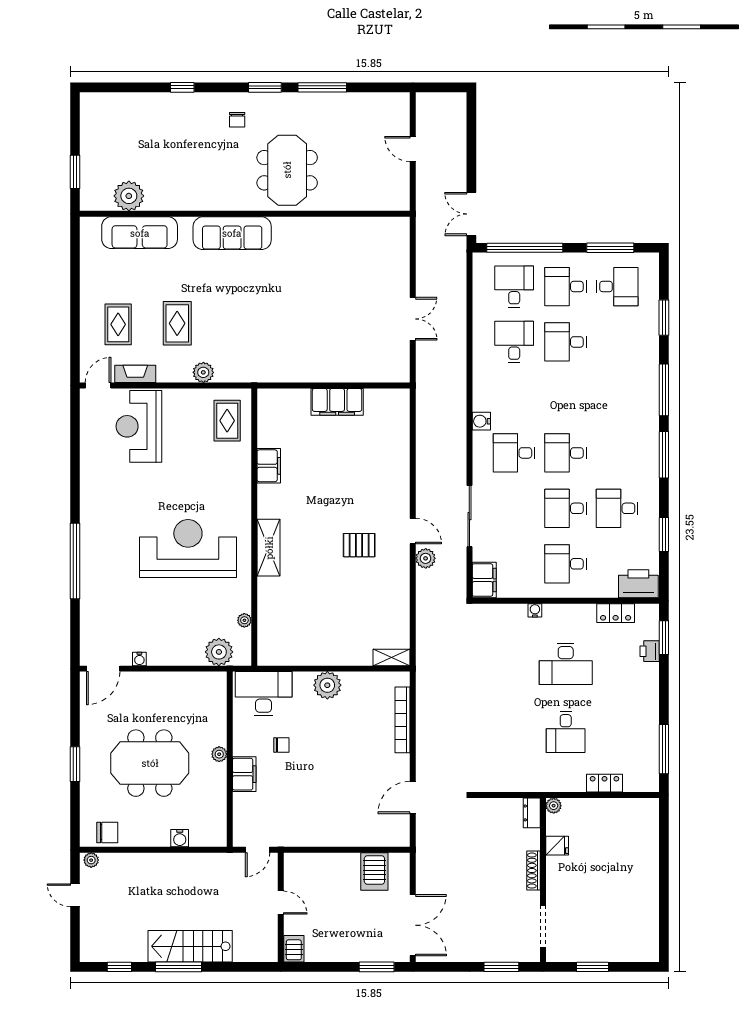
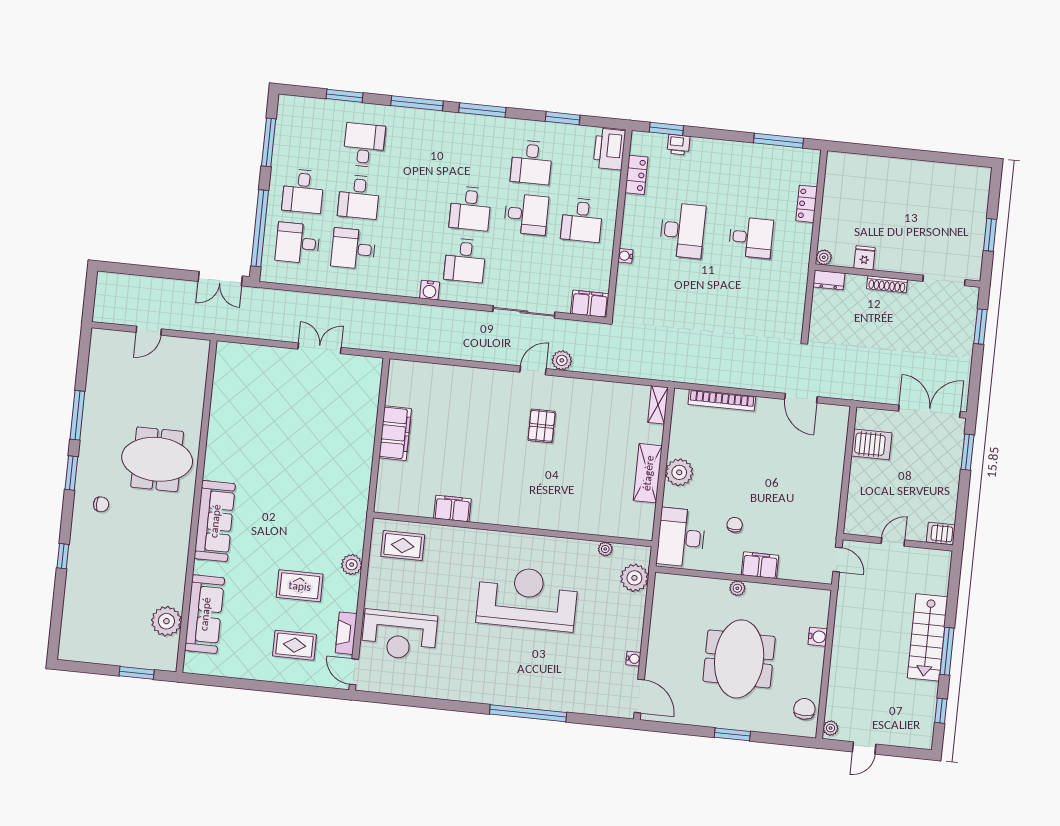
desk: (617, 287) -> (364, 145), moved
desk: (566, 508) -> (526, 214), turned -90
shelving: (269, 548) -> (648, 473), moved, turned 90
reception desk: (188, 549) -> (527, 598), turned 90

